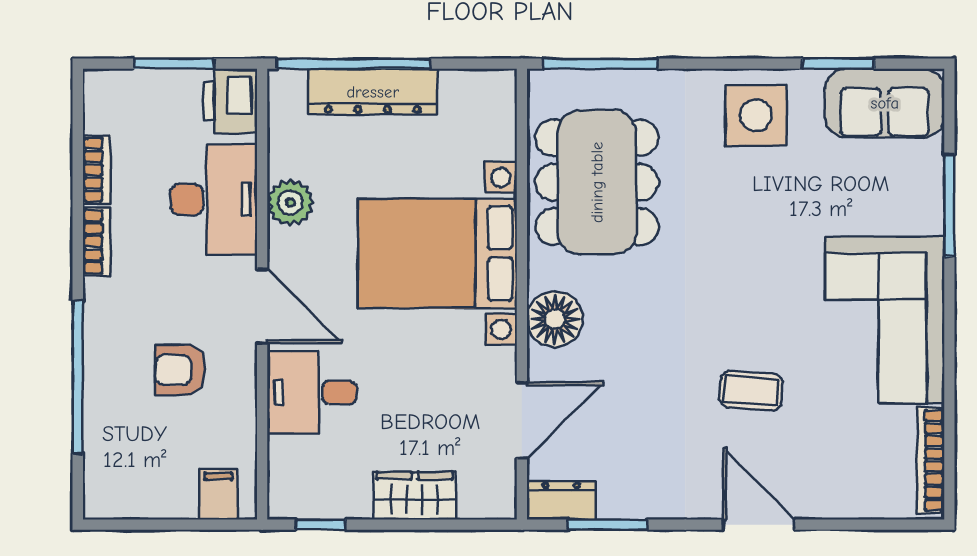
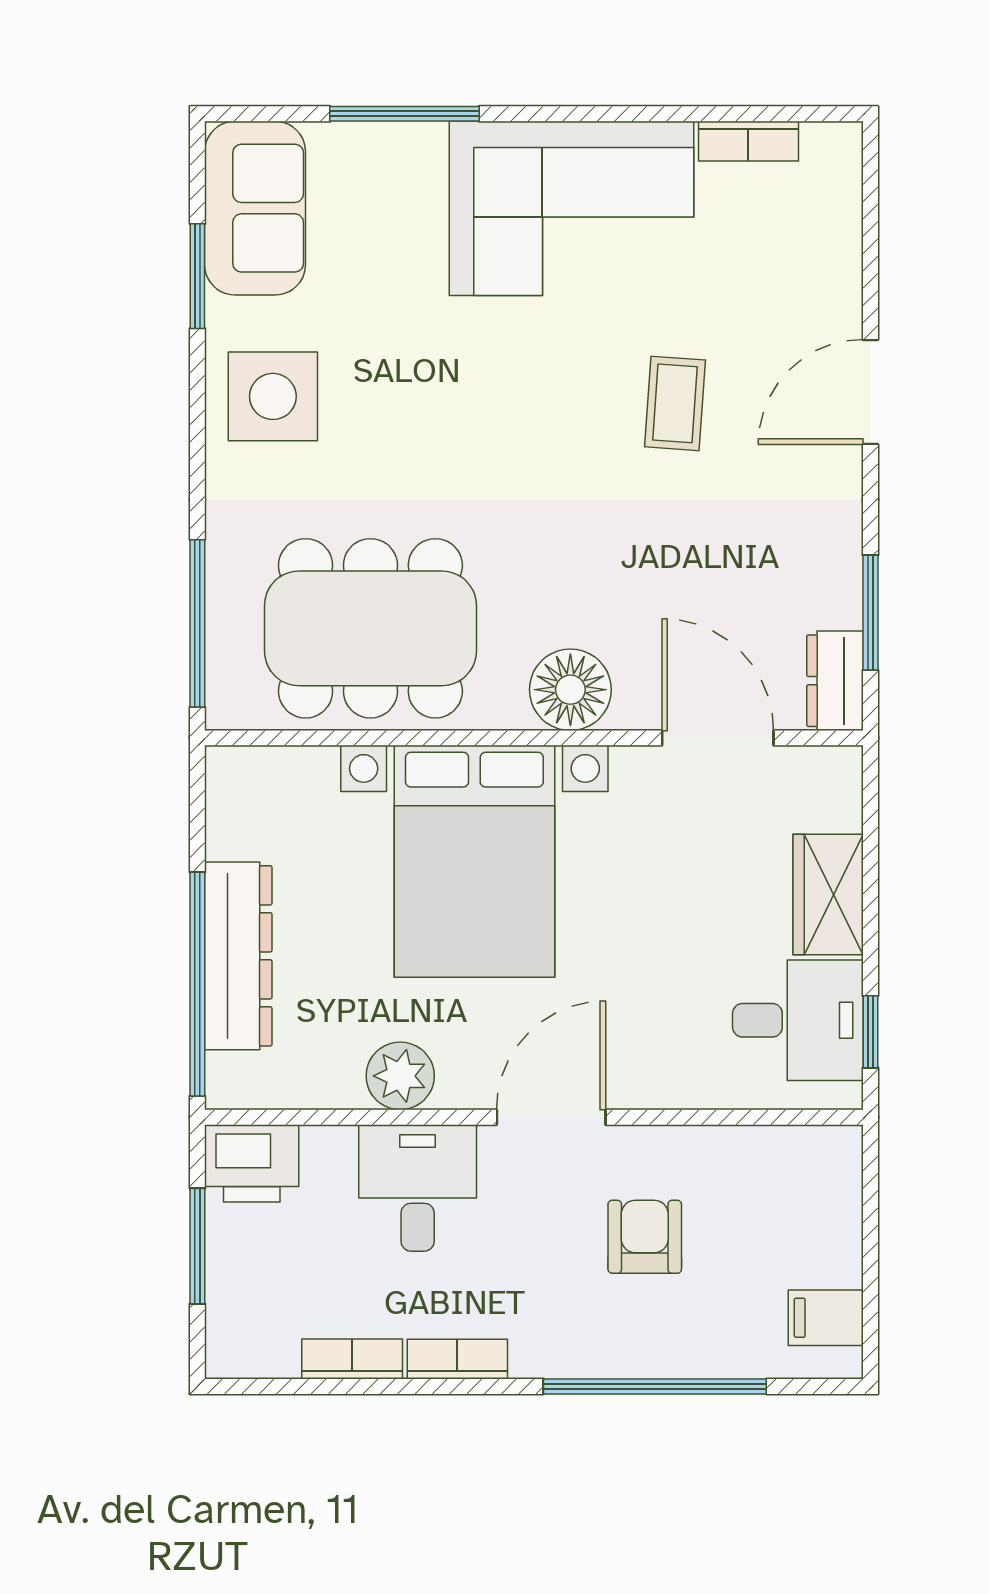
desk: (214, 199) -> (418, 1188), width x0.73
armchair: (180, 370) -> (645, 1237), turned 180
desk: (312, 392) -> (798, 1020), moved, turned -90
bookcase: (931, 460) -> (748, 141), width x0.64
filing cabinet: (218, 494) -> (826, 1318), moved

